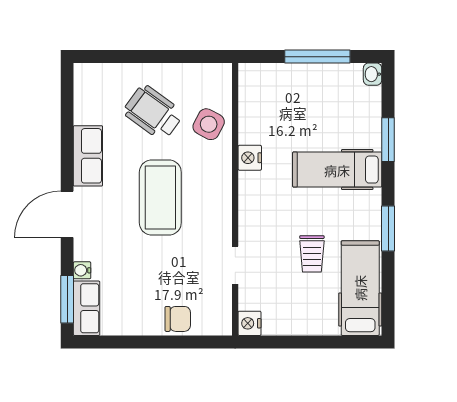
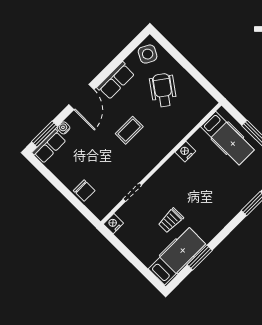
side table: (209, 124) -> (148, 54), moved
hospital bed: (337, 170) -> (227, 138), moved, turned 180
coffee table: (160, 198) -> (129, 130), width x0.54, depth x0.58
door: (67, 214) -> (81, 97), swing flipped
window: (388, 229) -> (200, 257), moved

